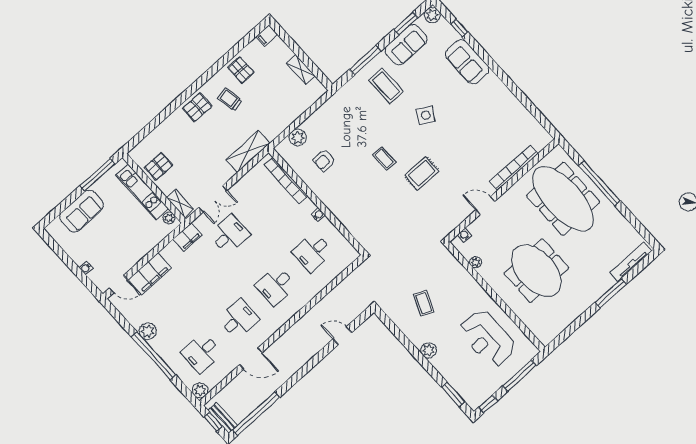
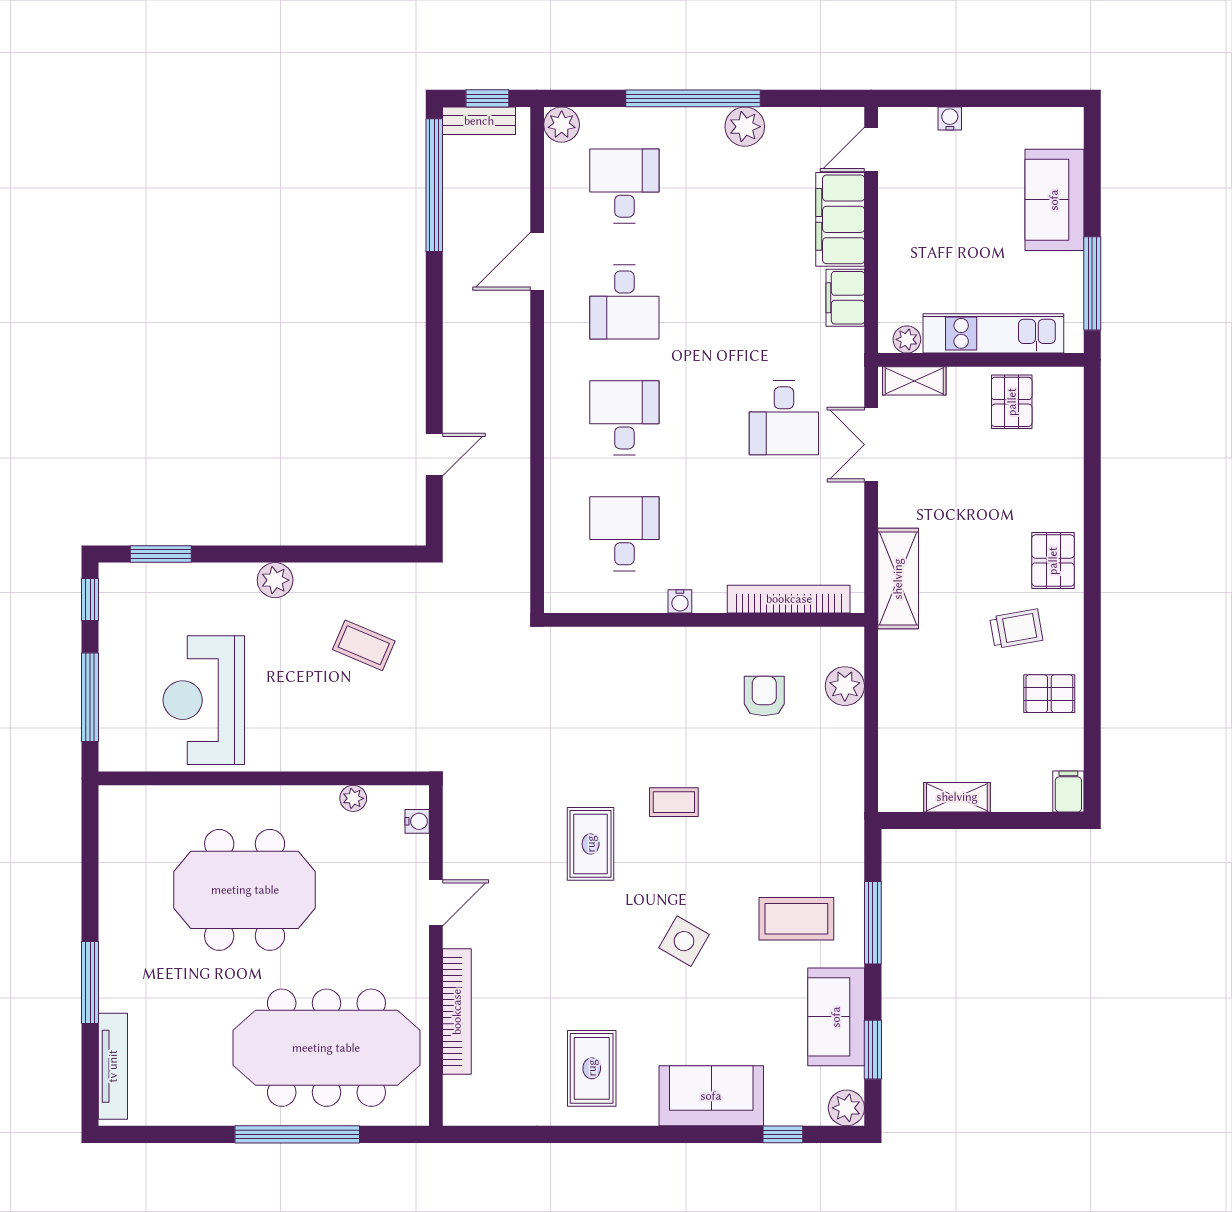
rug: (493, 108) -> (592, 1068), added
filing cabinet: (187, 237) -> (845, 298), moved
reception desk: (487, 339) -> (204, 700), turned -90

